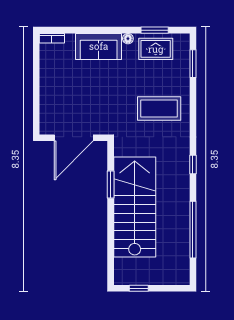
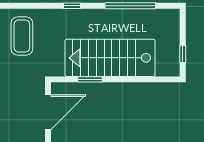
door: (74, 138) -> (48, 112), hinge flipped

